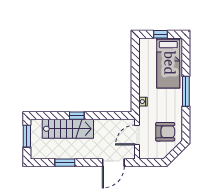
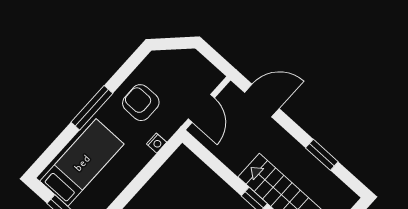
armchair: (165, 132) -> (141, 103), moved
door: (137, 135) -> (201, 108), hinge flipped

